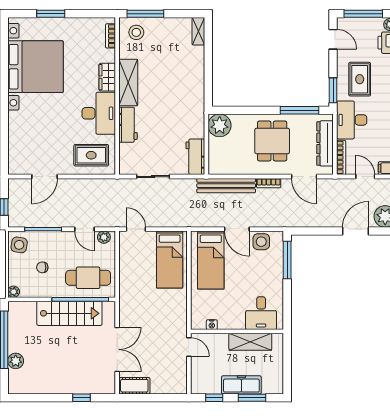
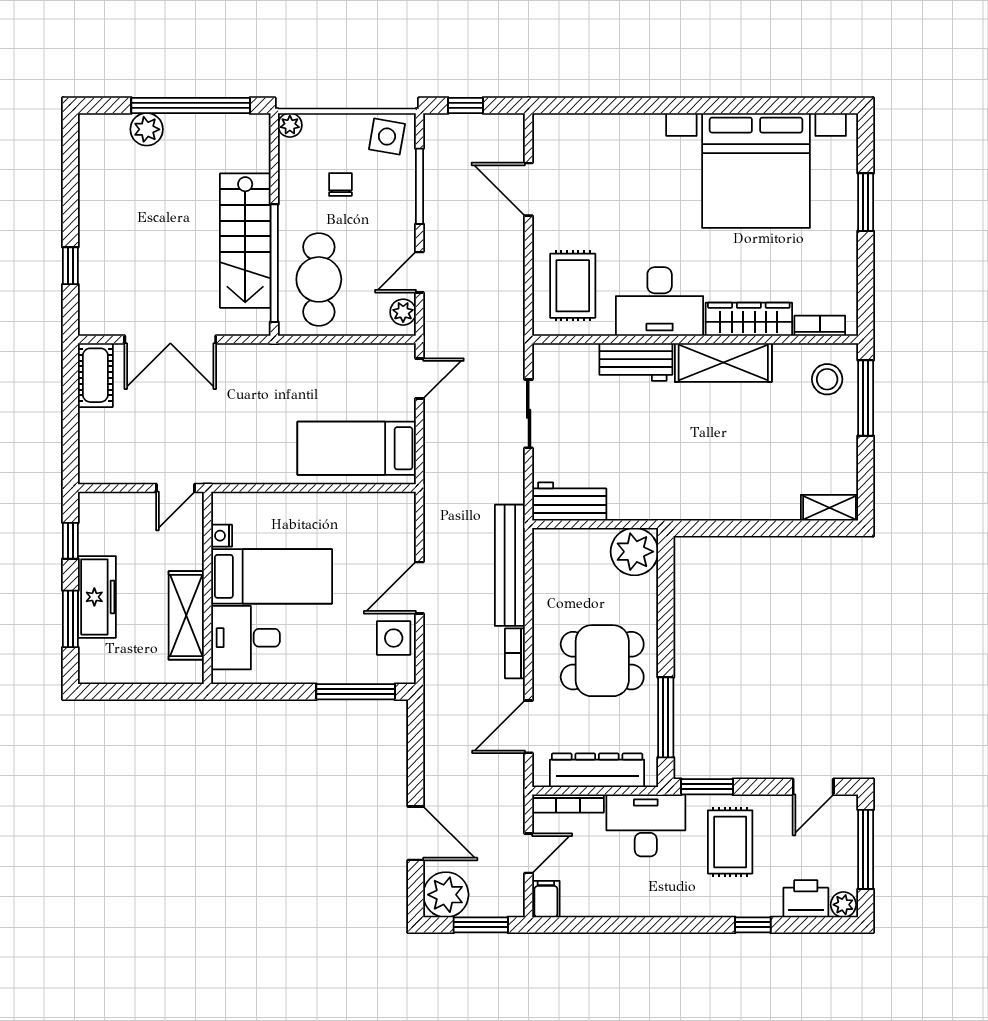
wardrobe: (107, 77) -> (749, 319), width x1.50
rug: (360, 79) -> (730, 842), turned 90
bed: (211, 260) -> (272, 576), moved, turned 180

